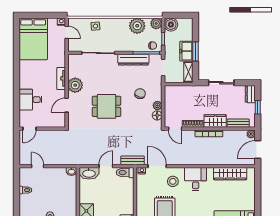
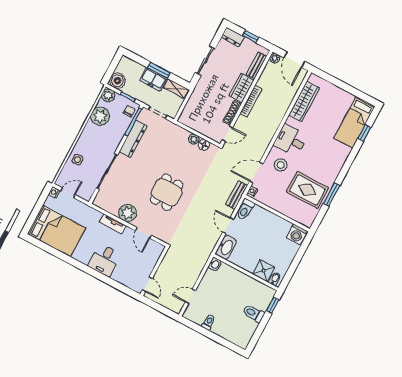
chair: (140, 94) -> (172, 151), removed
desk: (30, 100) -> (104, 260), moved

